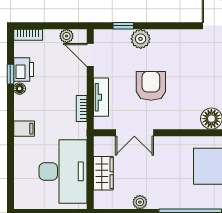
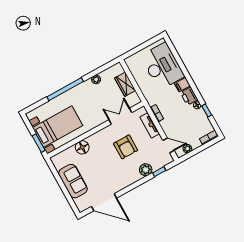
printer: (24, 70) -> (189, 96), moved
desk: (63, 171) -> (162, 66), moved, turned 180

